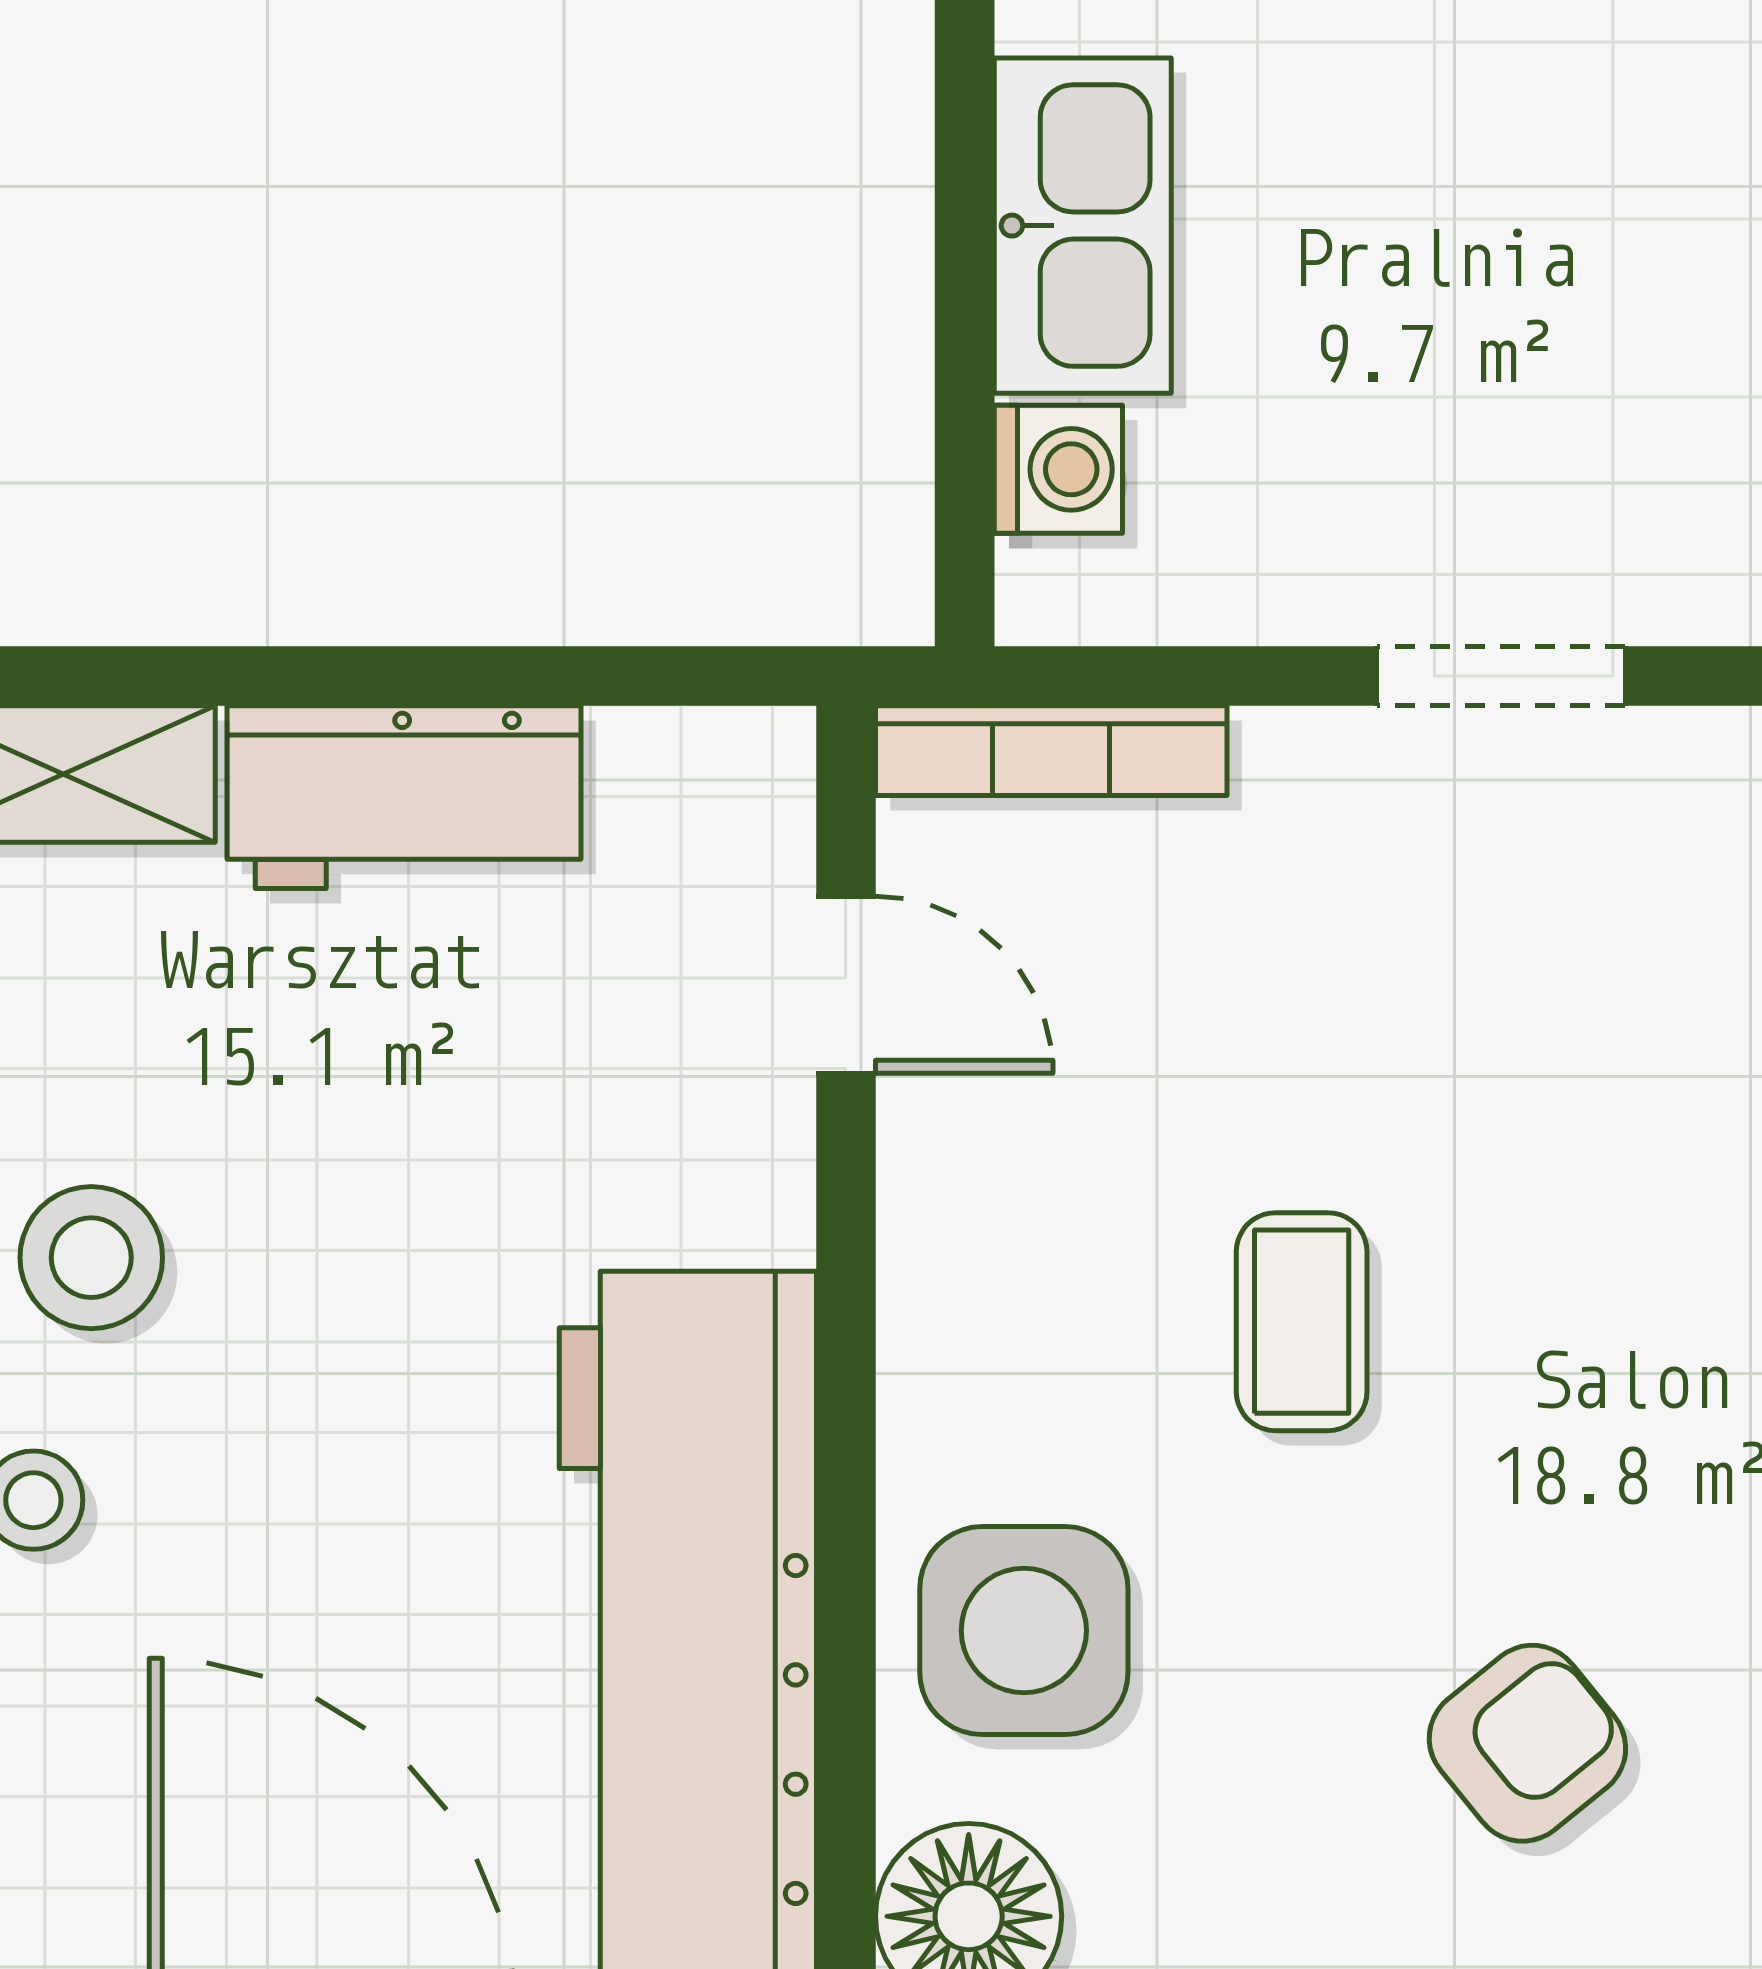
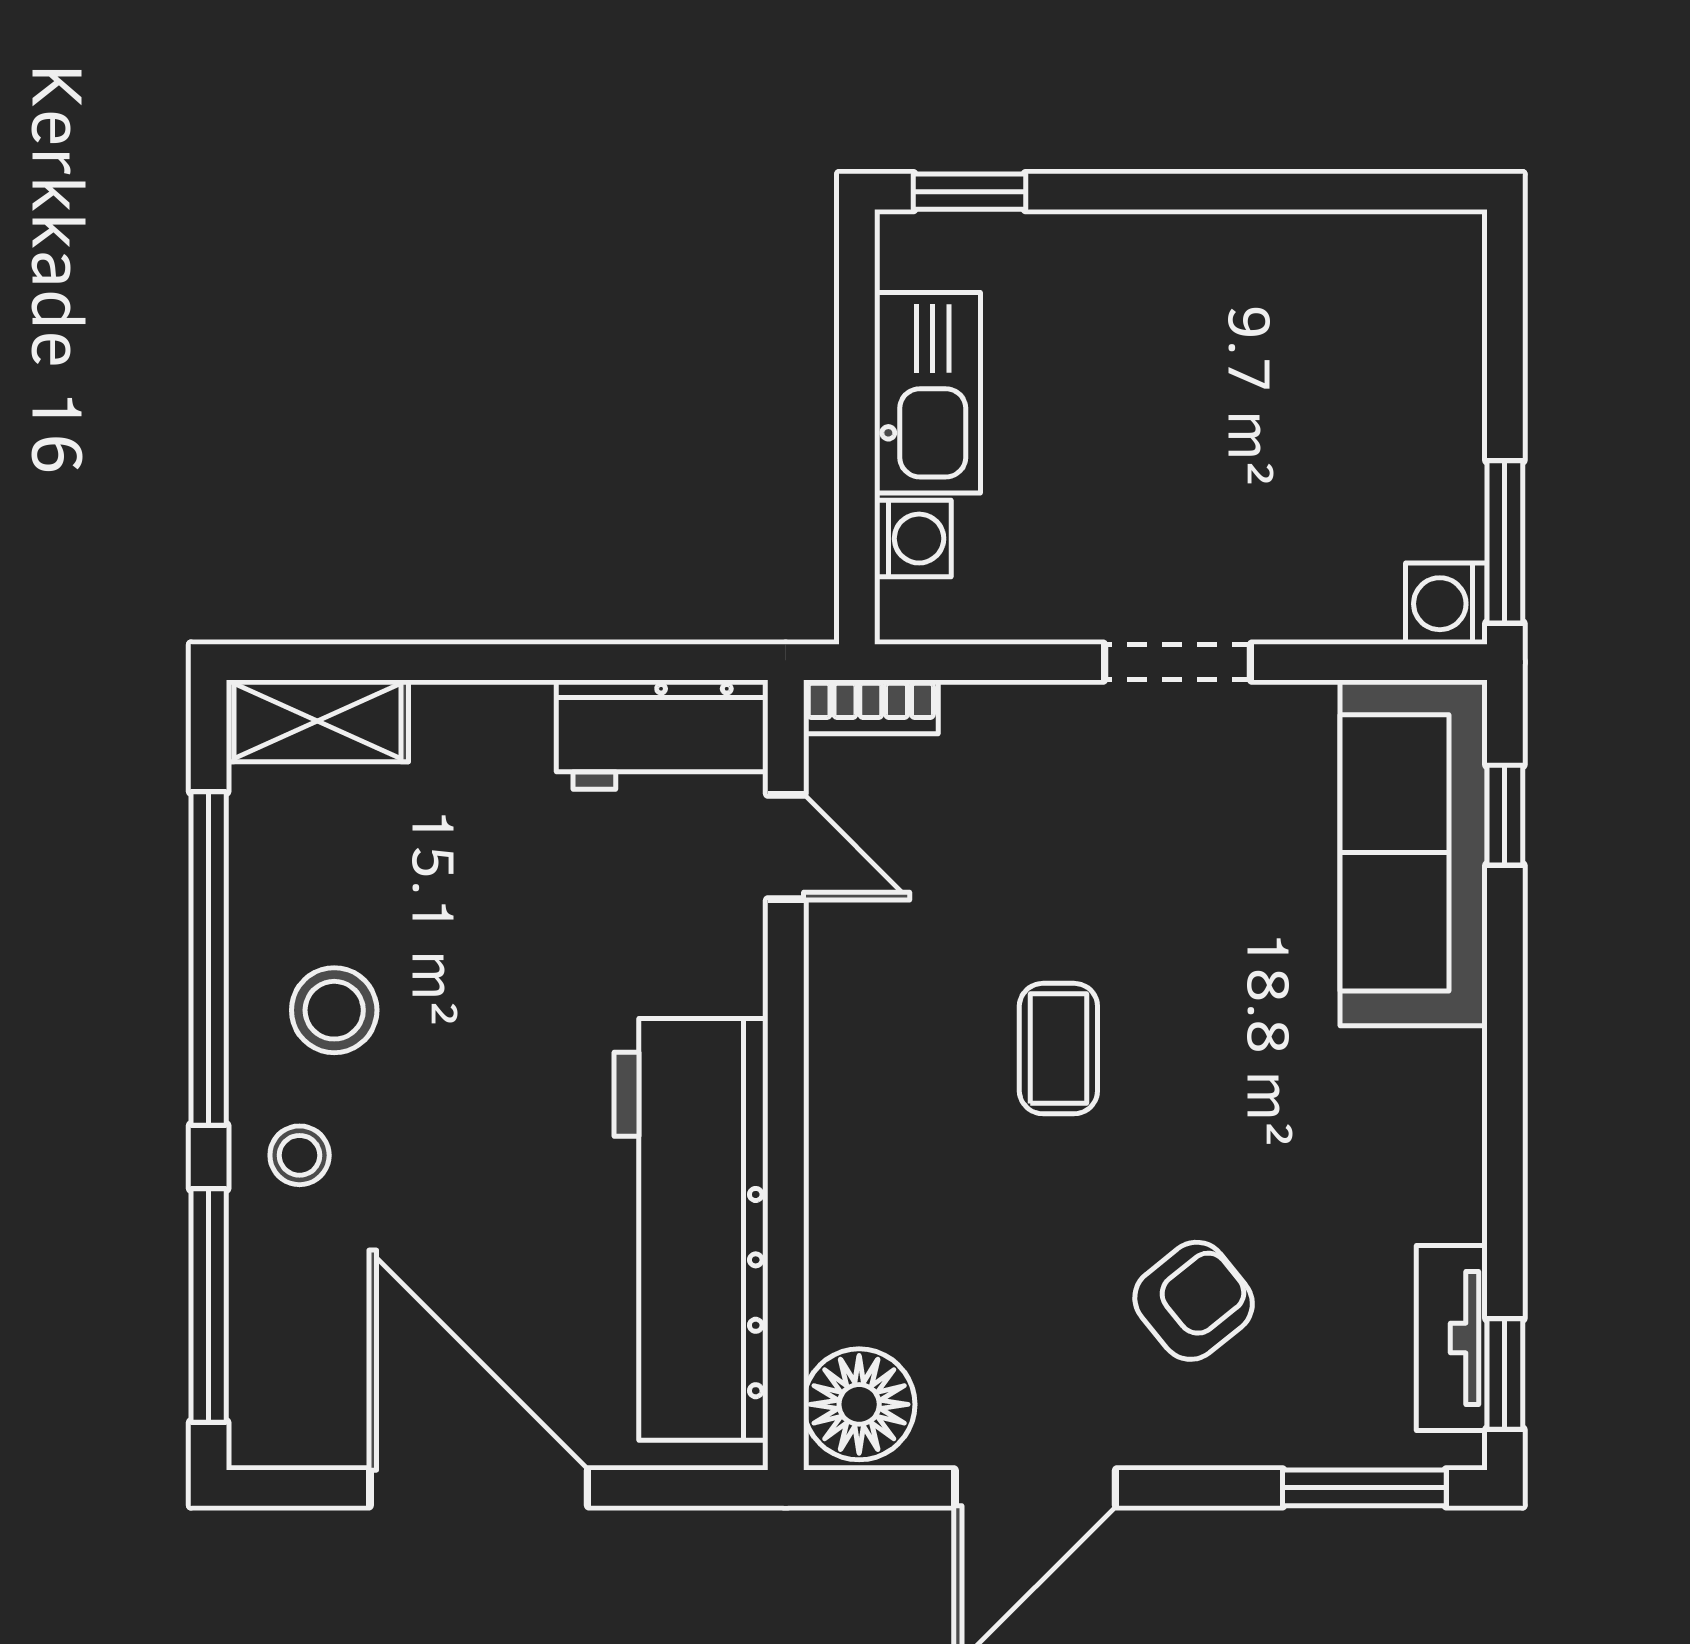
bookcase: (1051, 751) -> (871, 707), width x0.64
workbench: (404, 797) -> (662, 735), moved
side table: (1024, 1631) -> (892, 1233), removed

